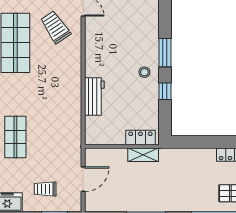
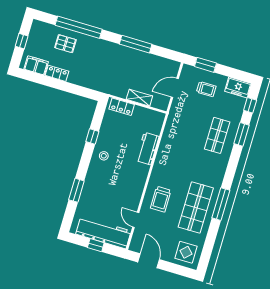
trolley: (55, 27) -> (161, 199), moved, turned 34
window: (165, 53) -> (76, 190), moved
shelving: (143, 155) -> (139, 98), moved

